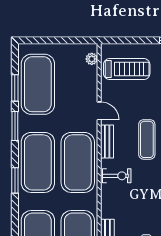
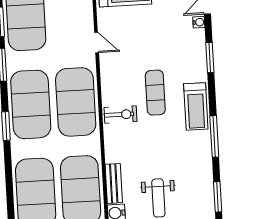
exercise mat: (147, 139) -> (155, 93), moved
bench: (107, 142) -> (107, 77), removed

